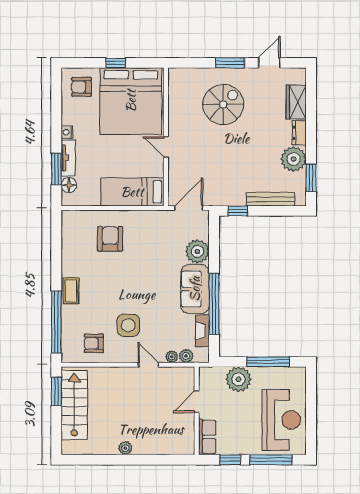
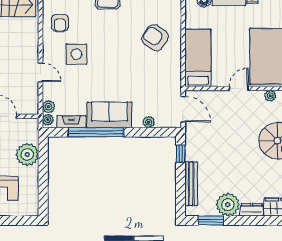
plant: (174, 113) -> (270, 96), added
armchair: (110, 239) -> (155, 38), turned -147
plant: (197, 251) -> (149, 122), width x0.53, depth x0.53
armchair: (94, 343) -> (60, 23), turned 180
plant: (172, 357) -> (48, 120), moved
window: (268, 362) -> (43, 181), removed
door: (148, 365) -> (41, 72), hinge flipped

